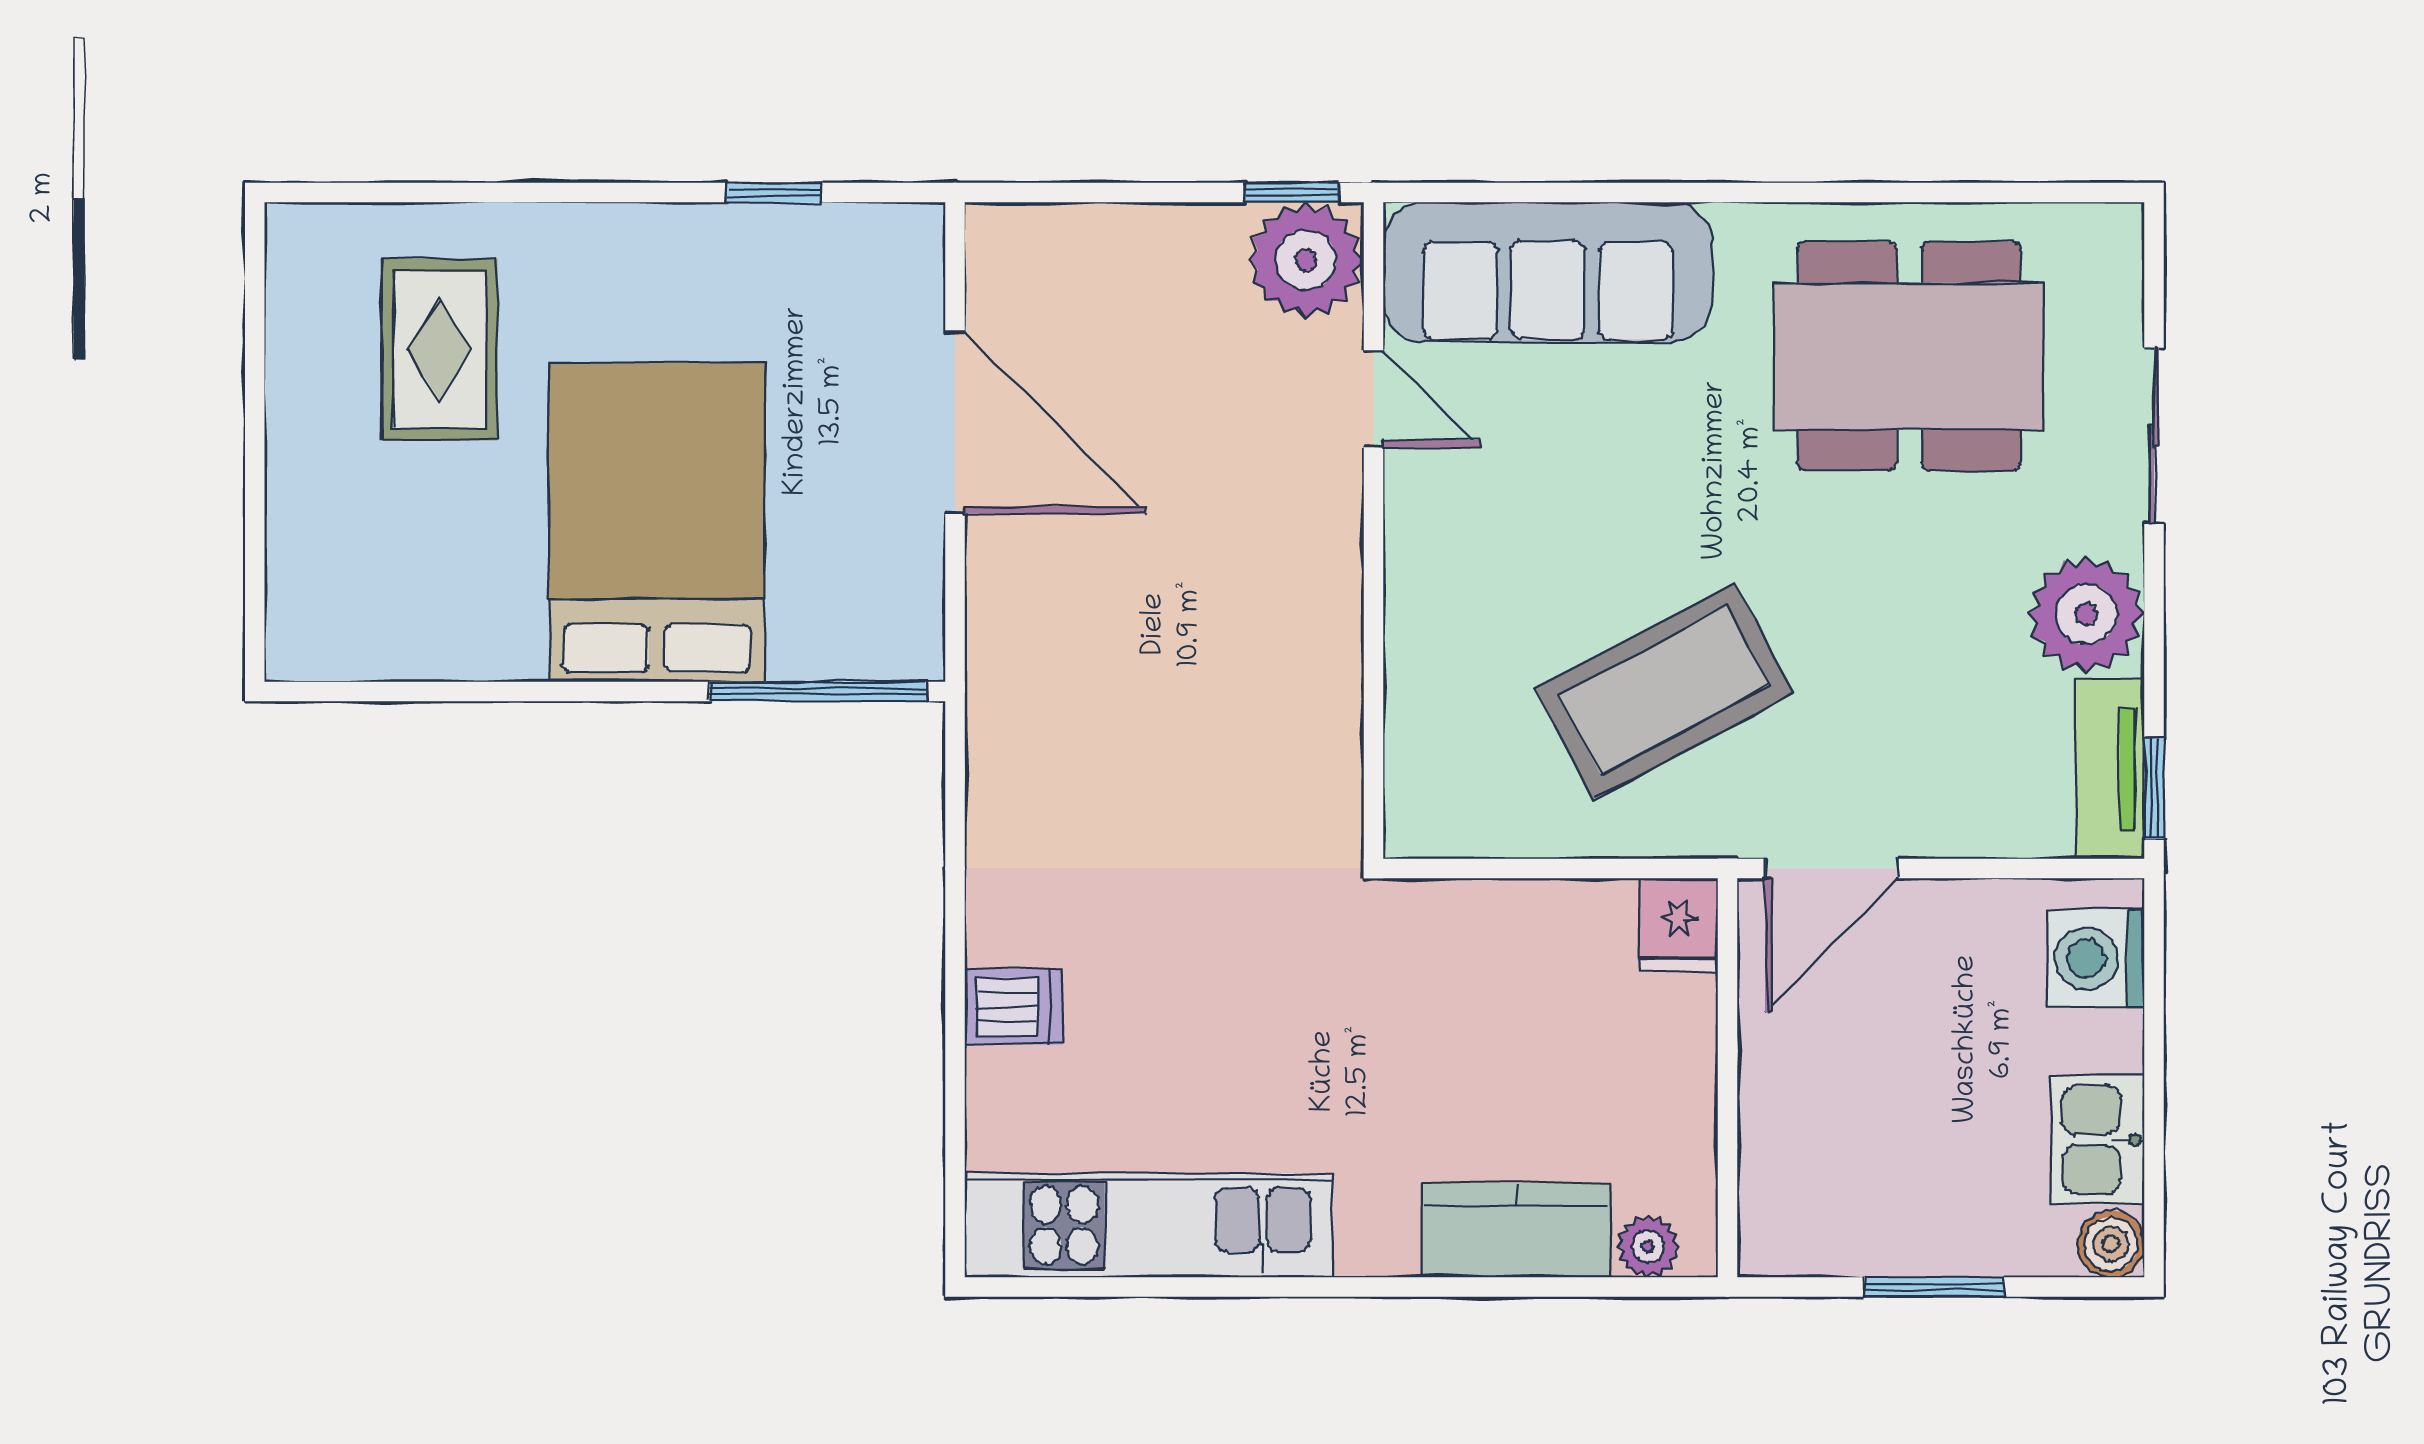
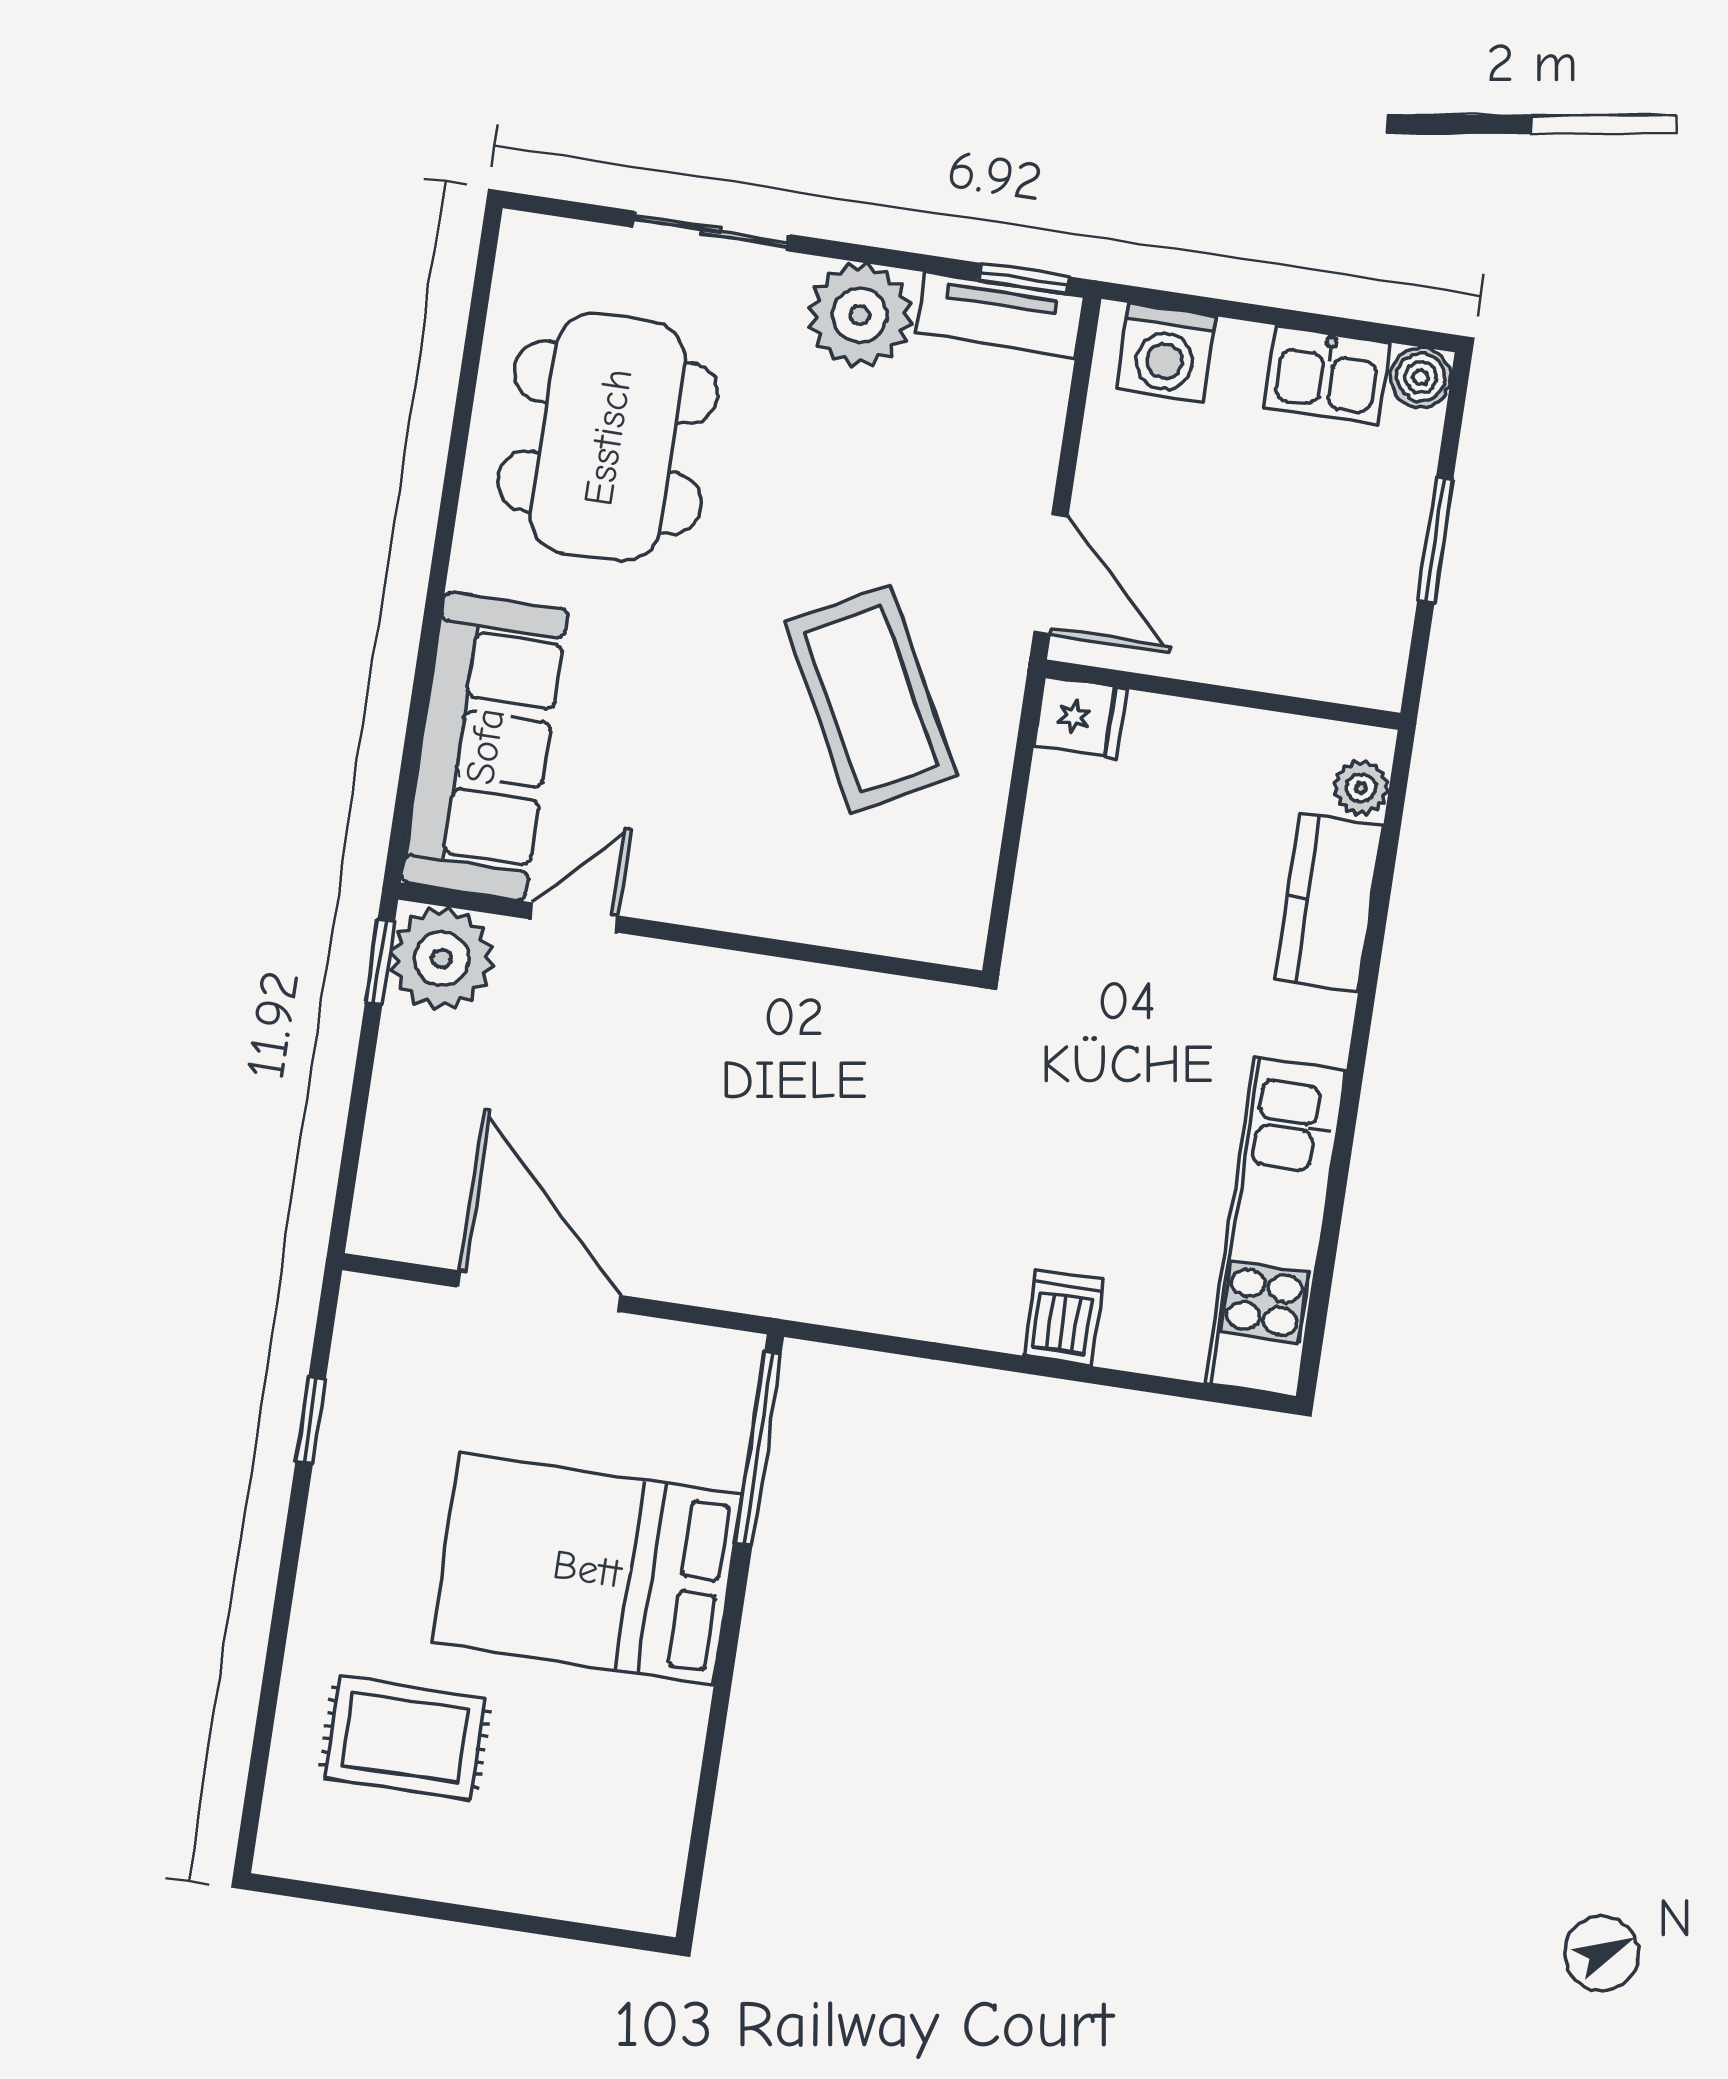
door: (955, 423) -> (539, 1291), hinge flipped

